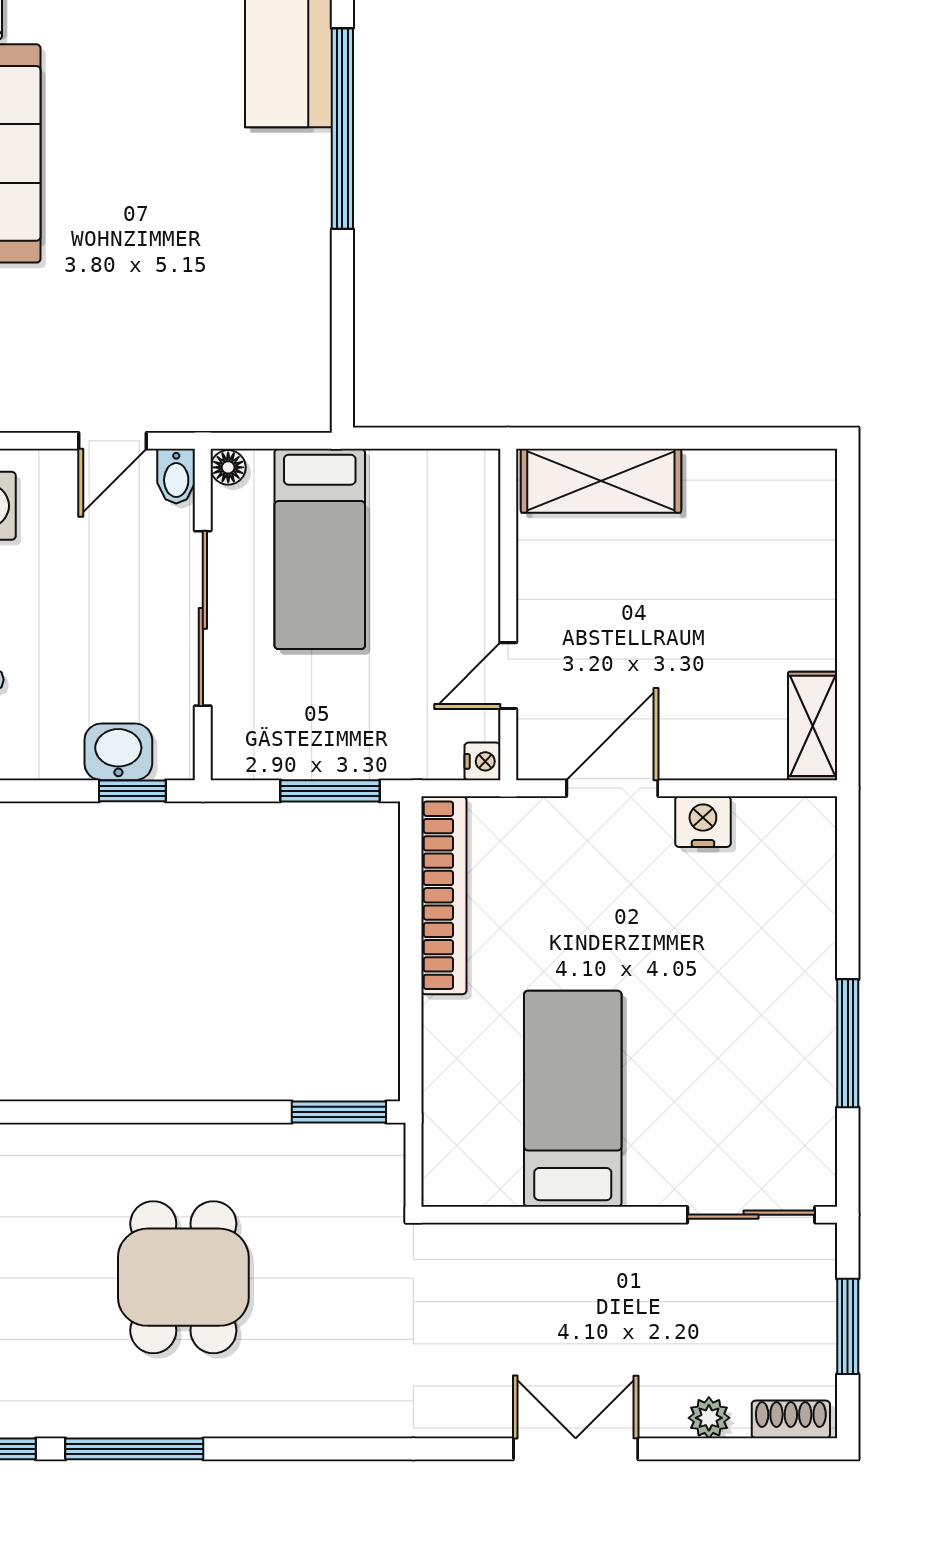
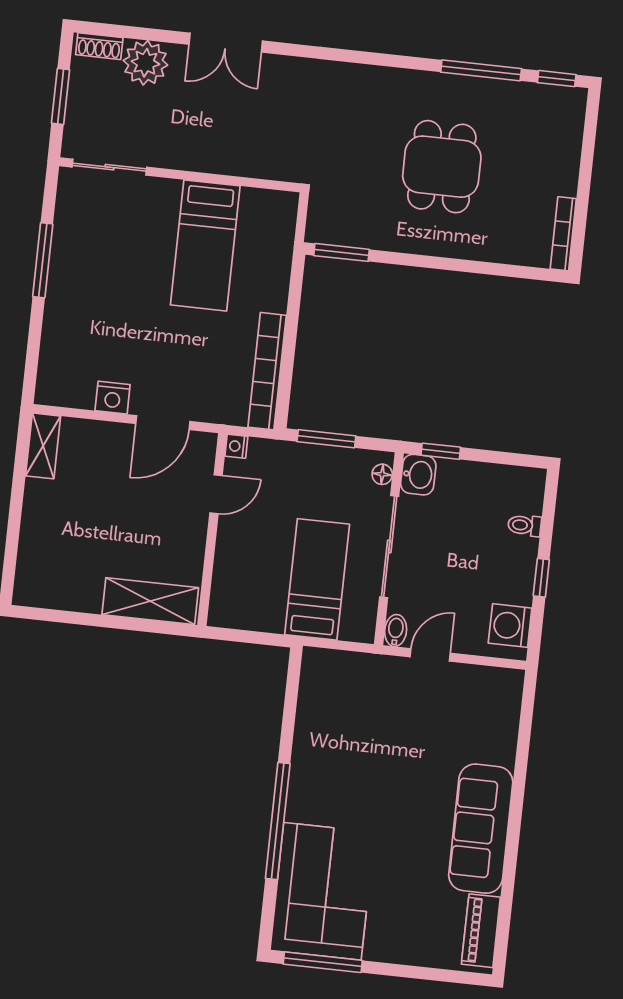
floor lamp: (228, 467) -> (382, 474), moved
washbasin: (118, 752) -> (418, 475), moved, turned -90
plant: (709, 1418) -> (145, 63), width x1.87, depth x1.87

